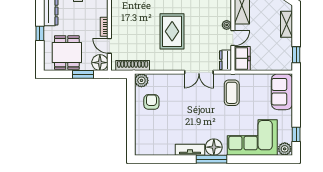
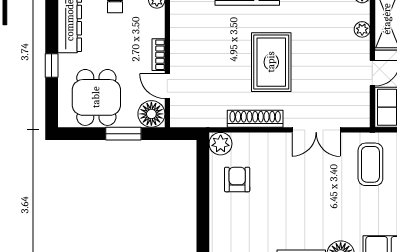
plant: (227, 25) -> (362, 29), moved
dresser: (226, 60) -> (360, 110), removed
shoe rack: (133, 65) -> (255, 119), moved

